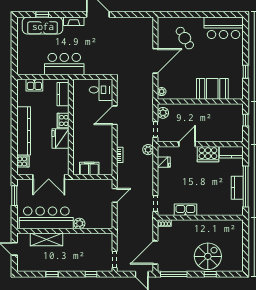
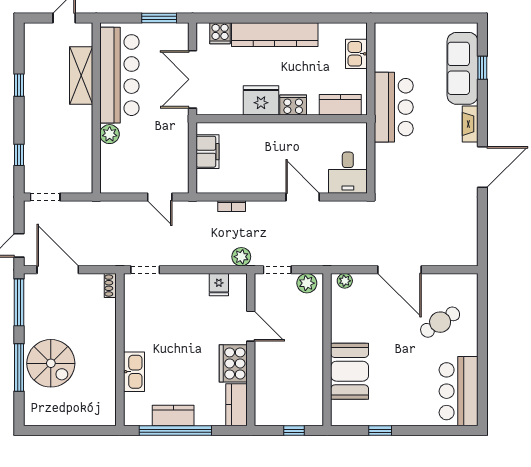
kitchen sink: (185, 210) -> (134, 372), moved
window: (210, 274) -> (19, 367), width x2.17

